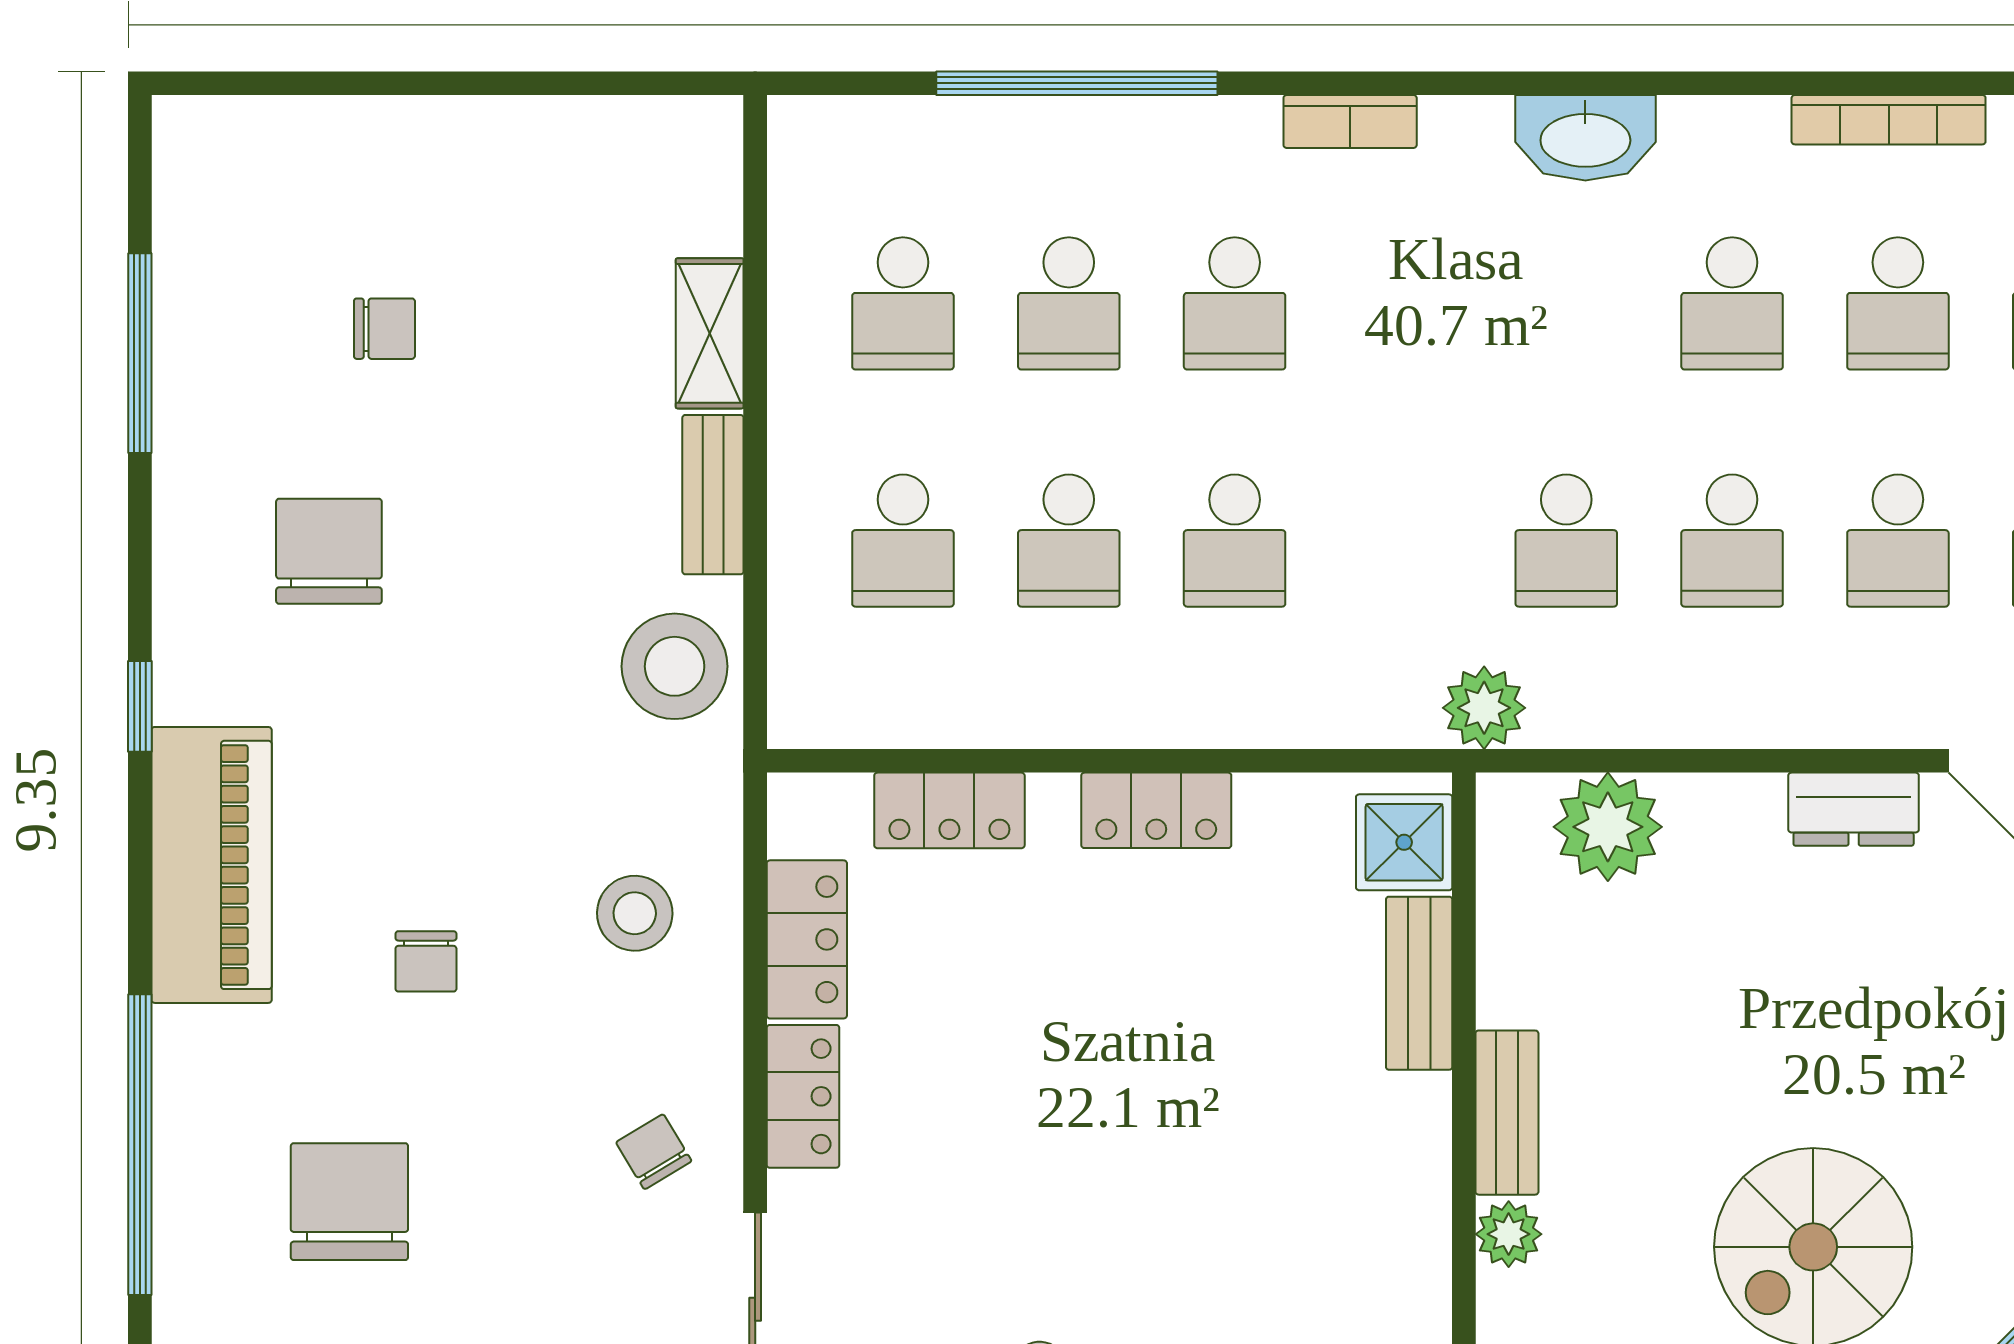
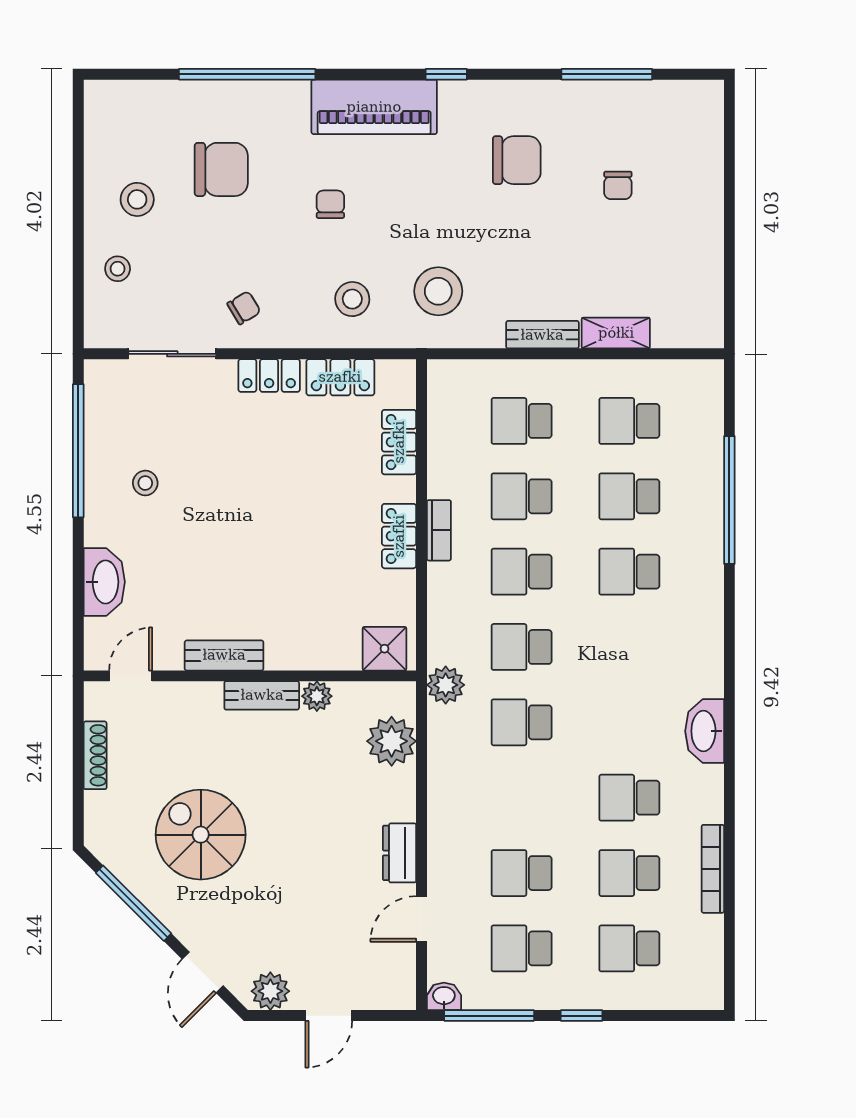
bookcase: (1350, 121) -> (439, 530), moved, turned 180
school desk: (1732, 541) -> (522, 647), moved
stool: (675, 666) -> (438, 291), moved
chair: (426, 961) -> (330, 204), turned 90
bench: (1419, 983) -> (224, 655), moved
plant: (1509, 1234) -> (317, 696), moved

